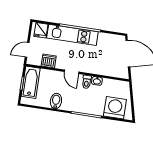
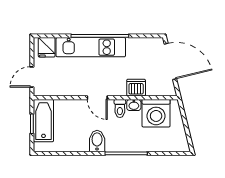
dishwasher: (49, 61) -> (136, 88), moved
bidet: (56, 101) -> (97, 141), moved
washing machine: (115, 108) -> (156, 113), moved, turned 180

